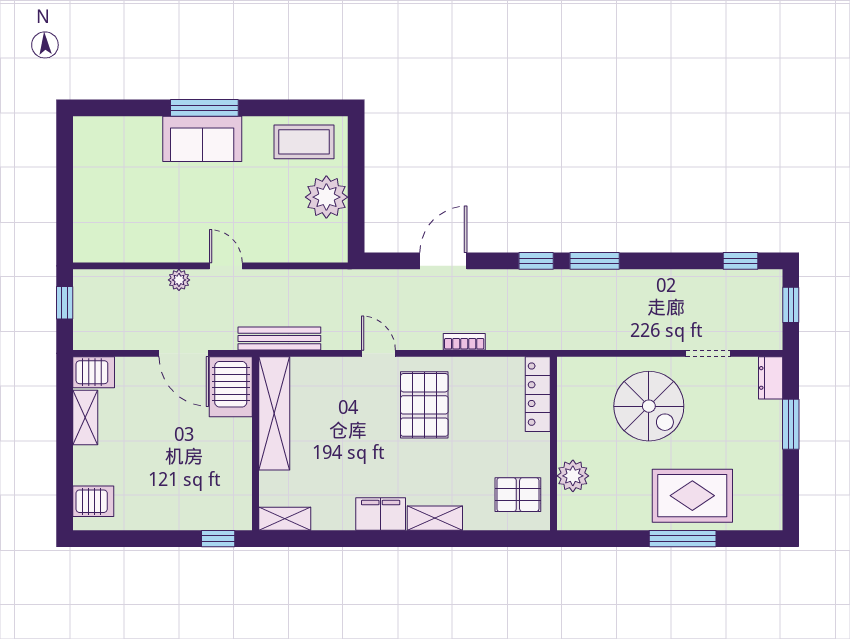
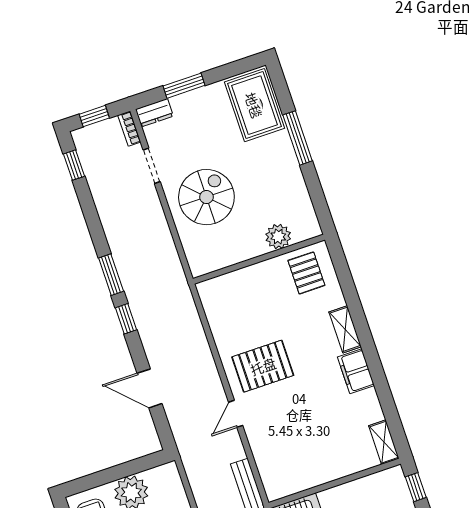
bookcase: (464, 342) -> (129, 129), moved
locker: (538, 394) -> (226, 284), removed
shelving: (274, 413) -> (307, 477), removed
rug: (692, 496) -> (254, 105), moved

